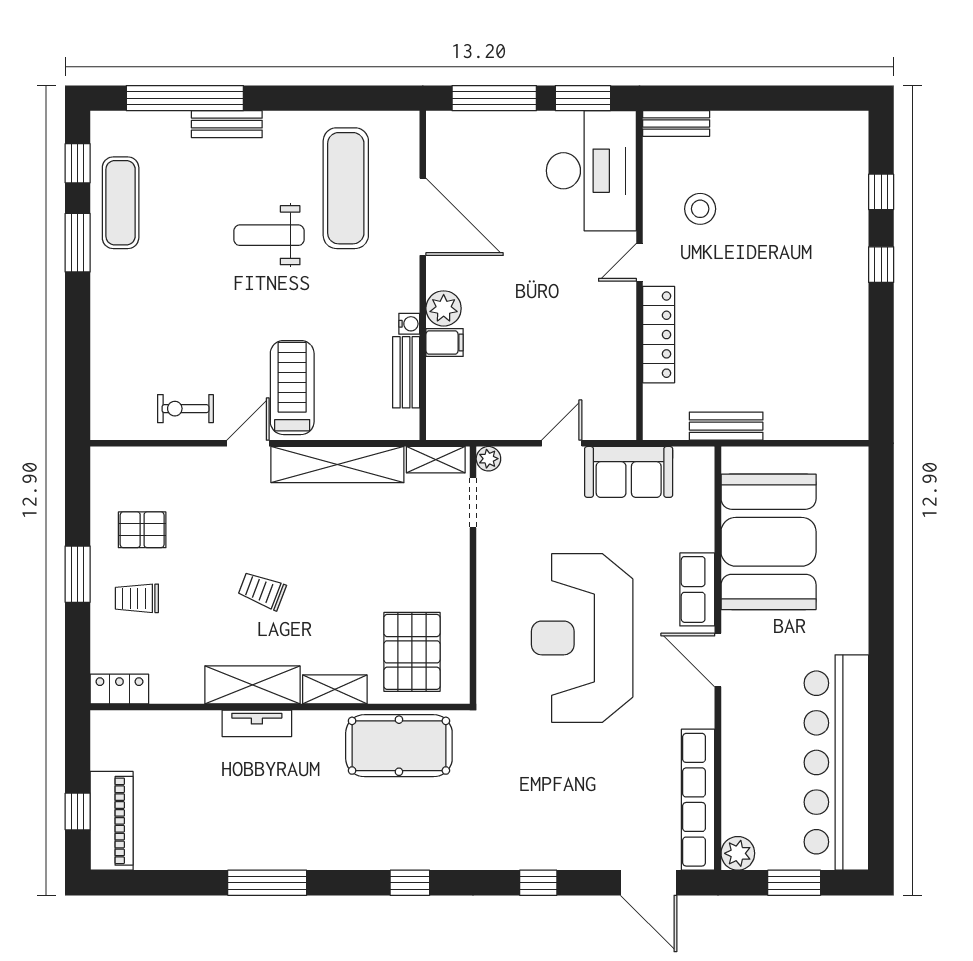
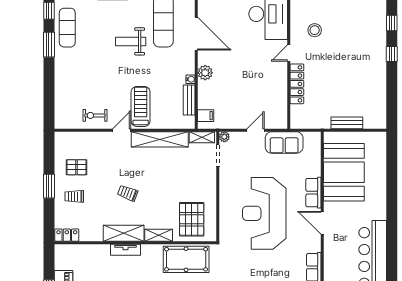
filing cabinet: (445, 342) -> (206, 116), moved
bench: (726, 426) -> (347, 123), moved

